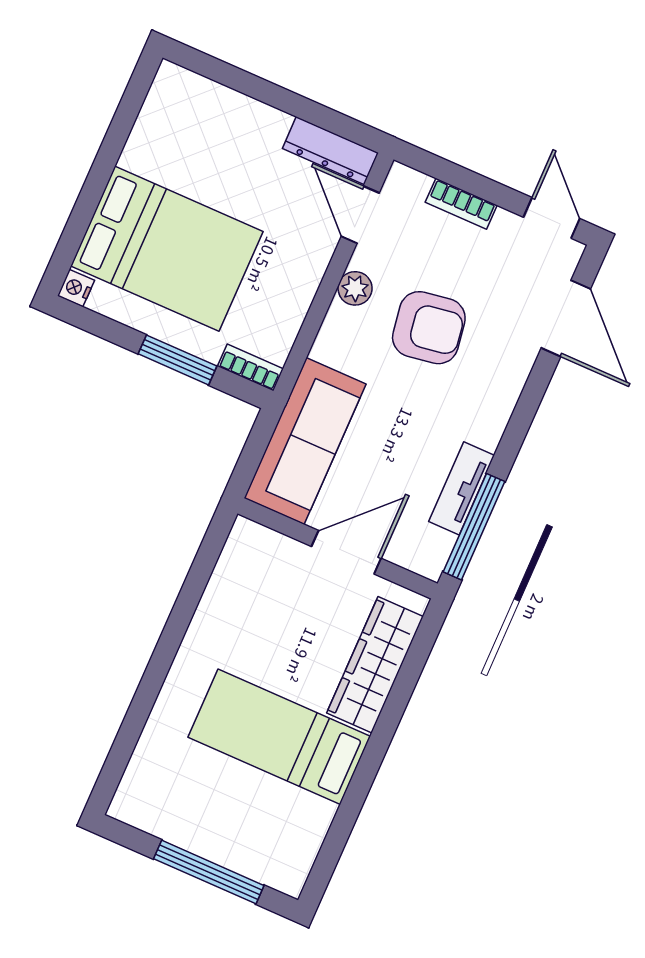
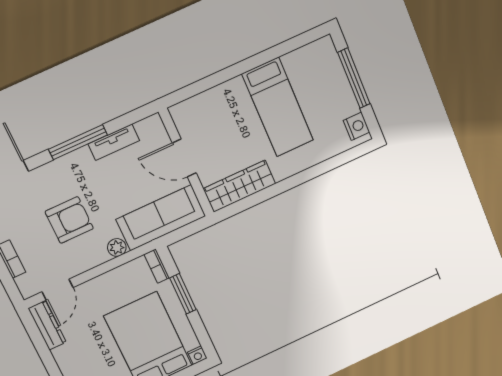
plant: (355, 288) -> (117, 247), moved
armchair: (429, 328) -> (69, 220), turned 99
window: (474, 527) -> (78, 142), moved
wardrobe: (375, 665) -> (239, 186), moved, turned 180
nightstand: (144, 811) -> (357, 126), added

